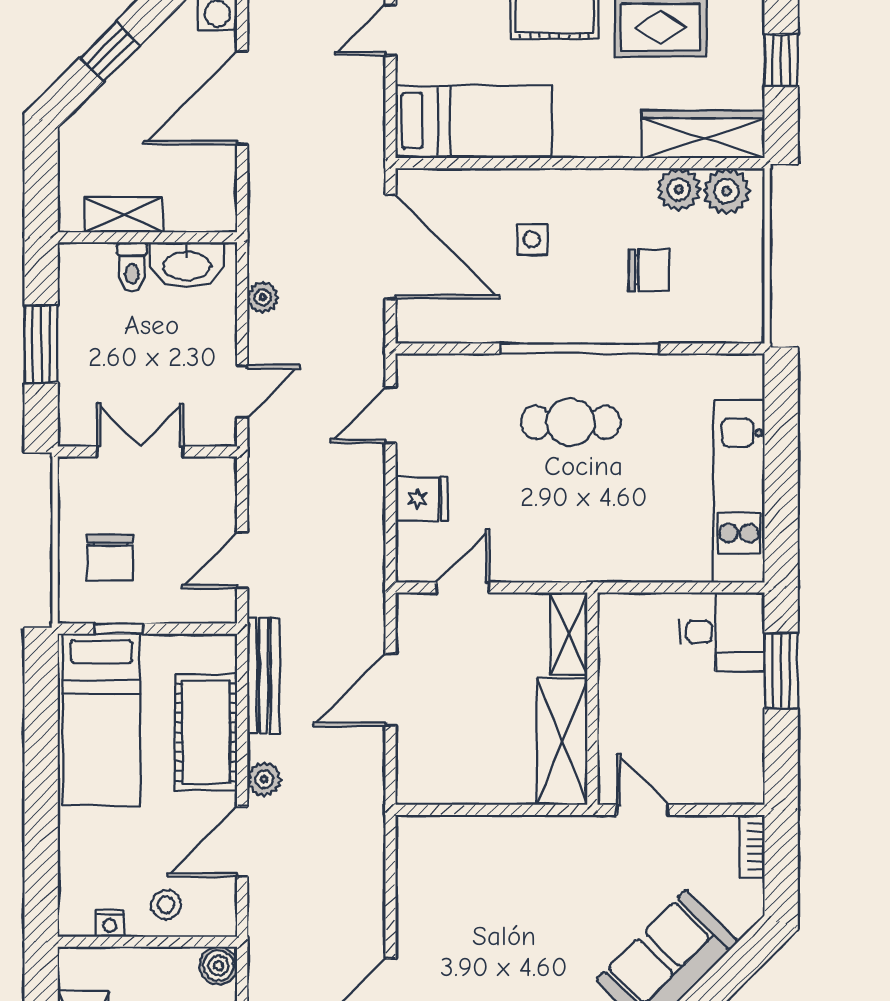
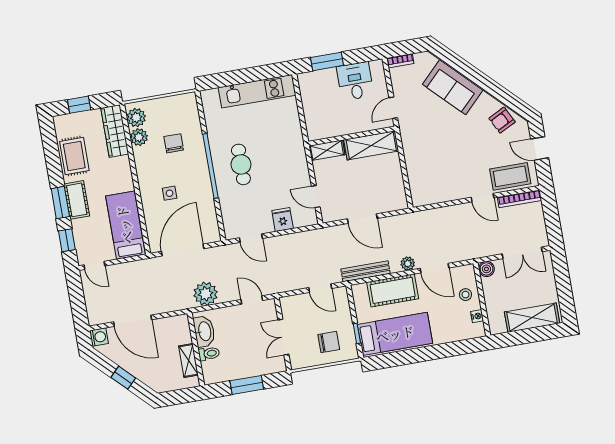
plant: (263, 297) -> (206, 294), width x1.88, depth x1.88
desk: (722, 632) -> (355, 81), moved

